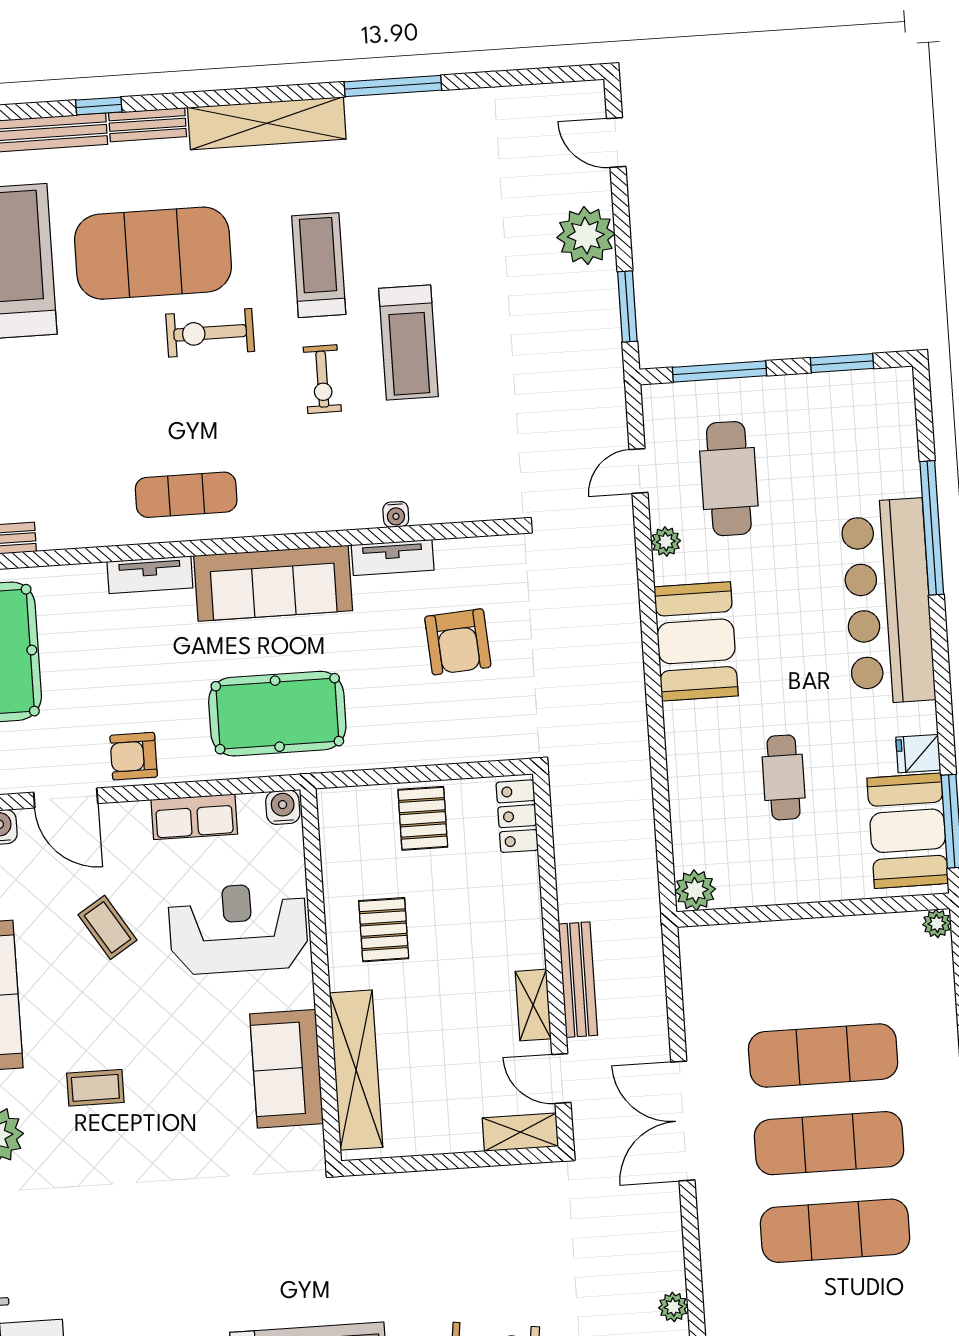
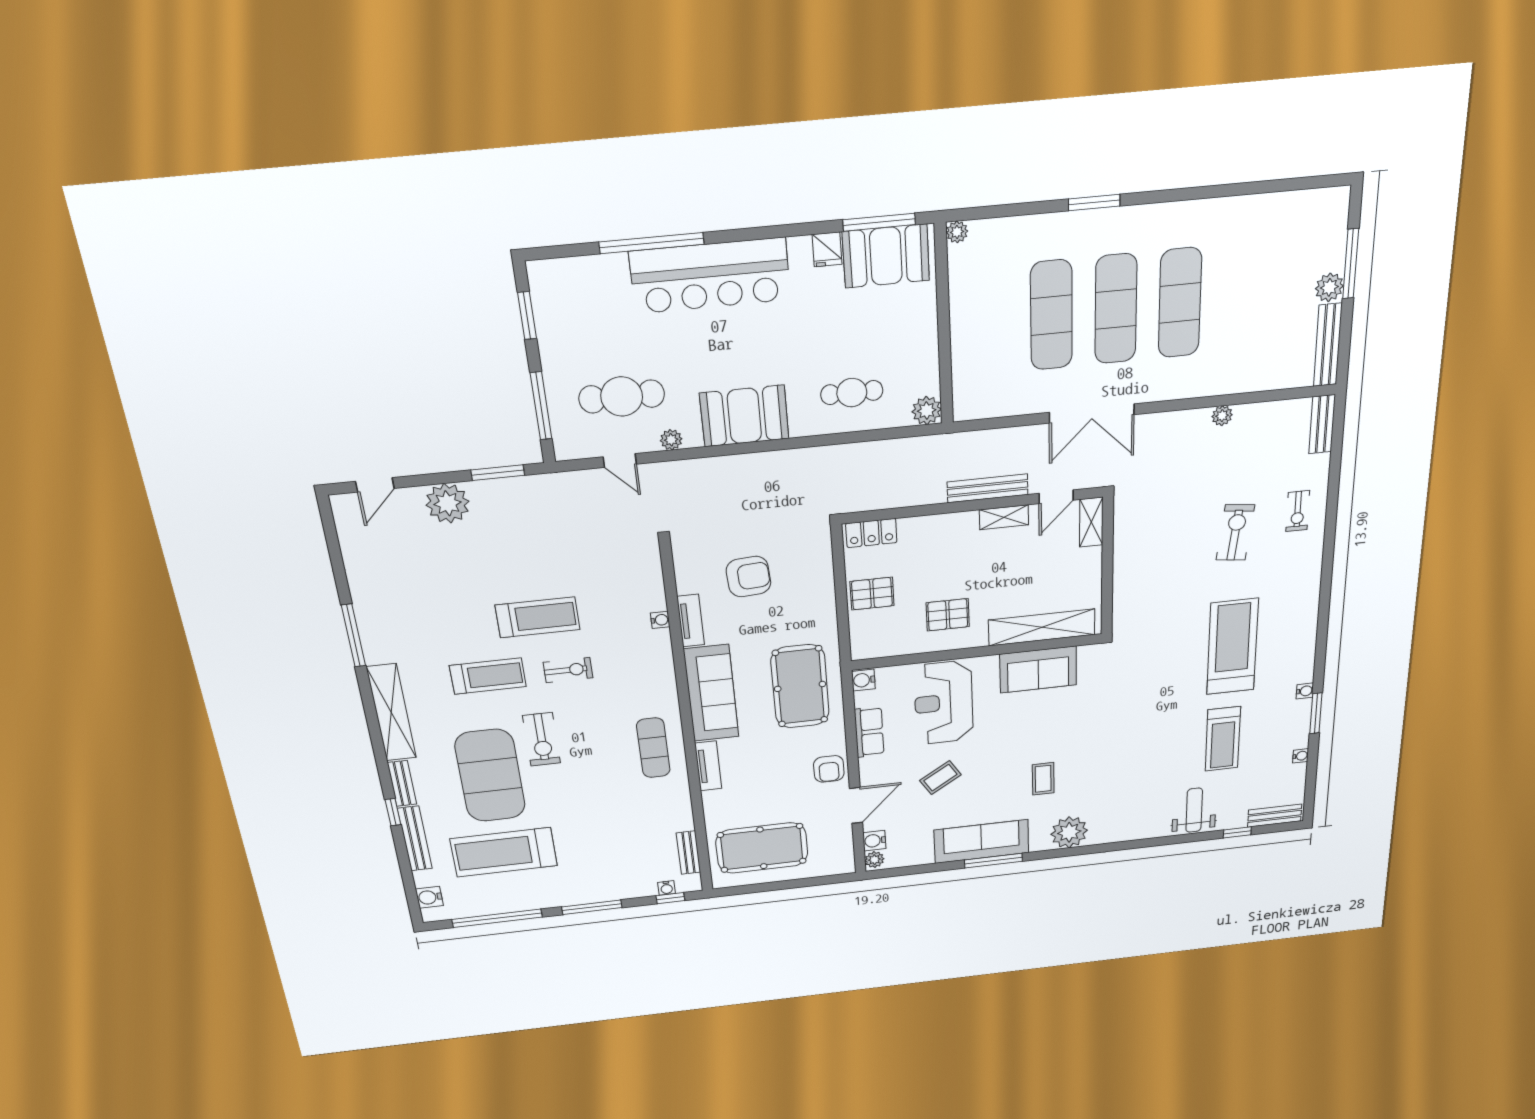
treadmill: (319, 265) -> (488, 676), turned 180
cafe table: (784, 777) -> (852, 393), moved

